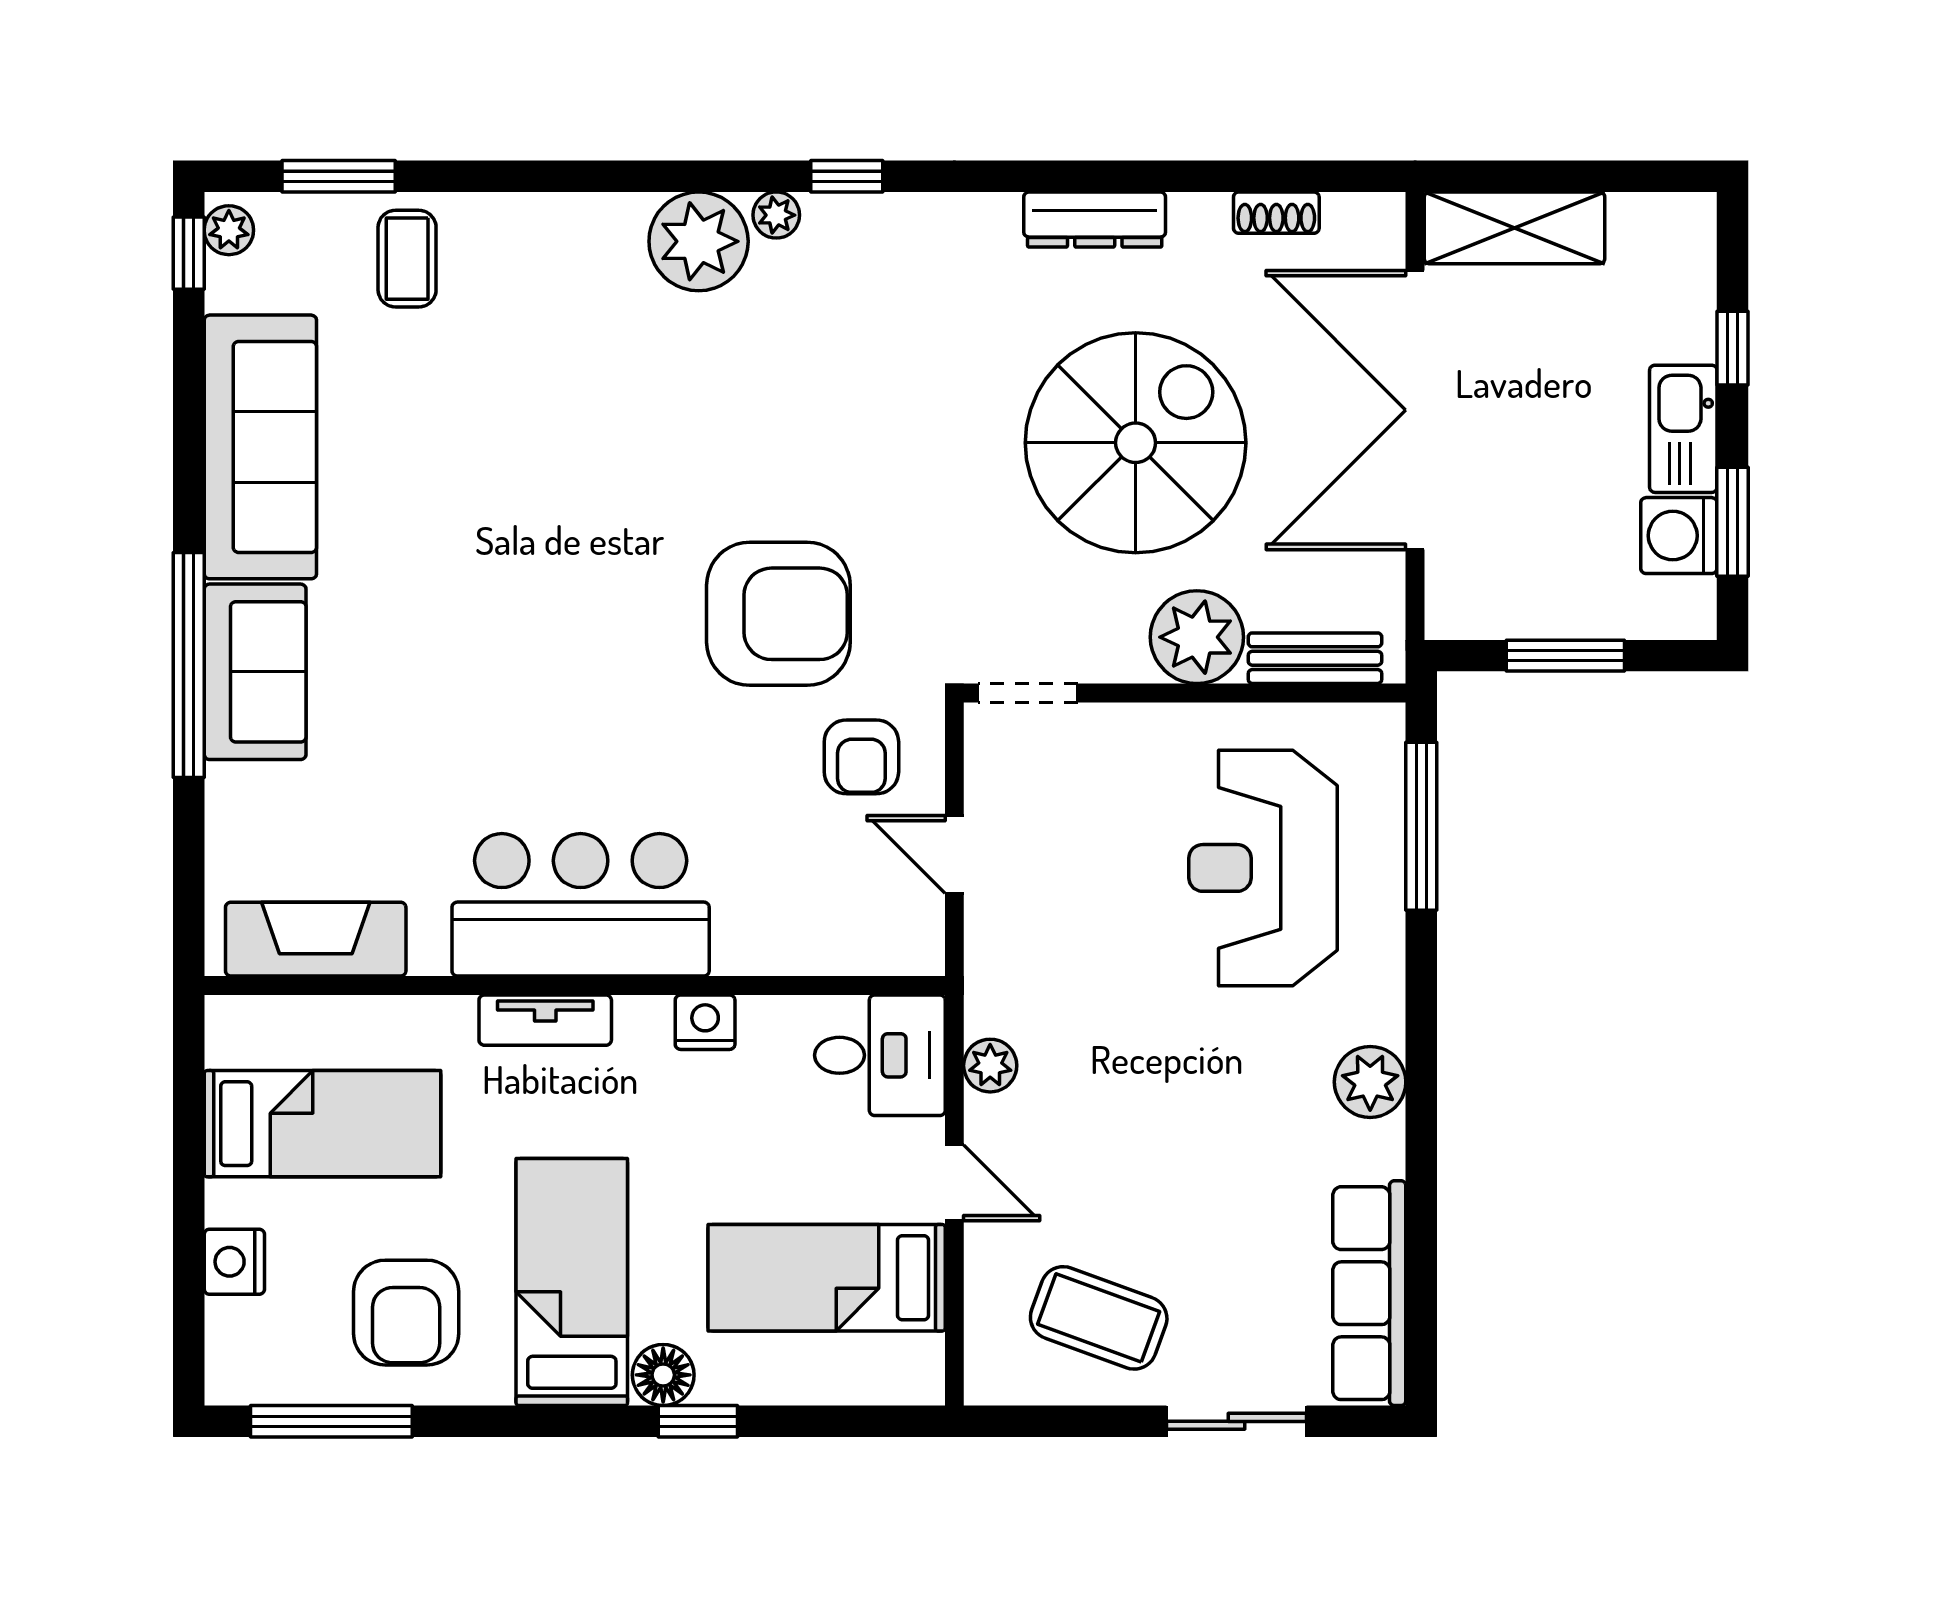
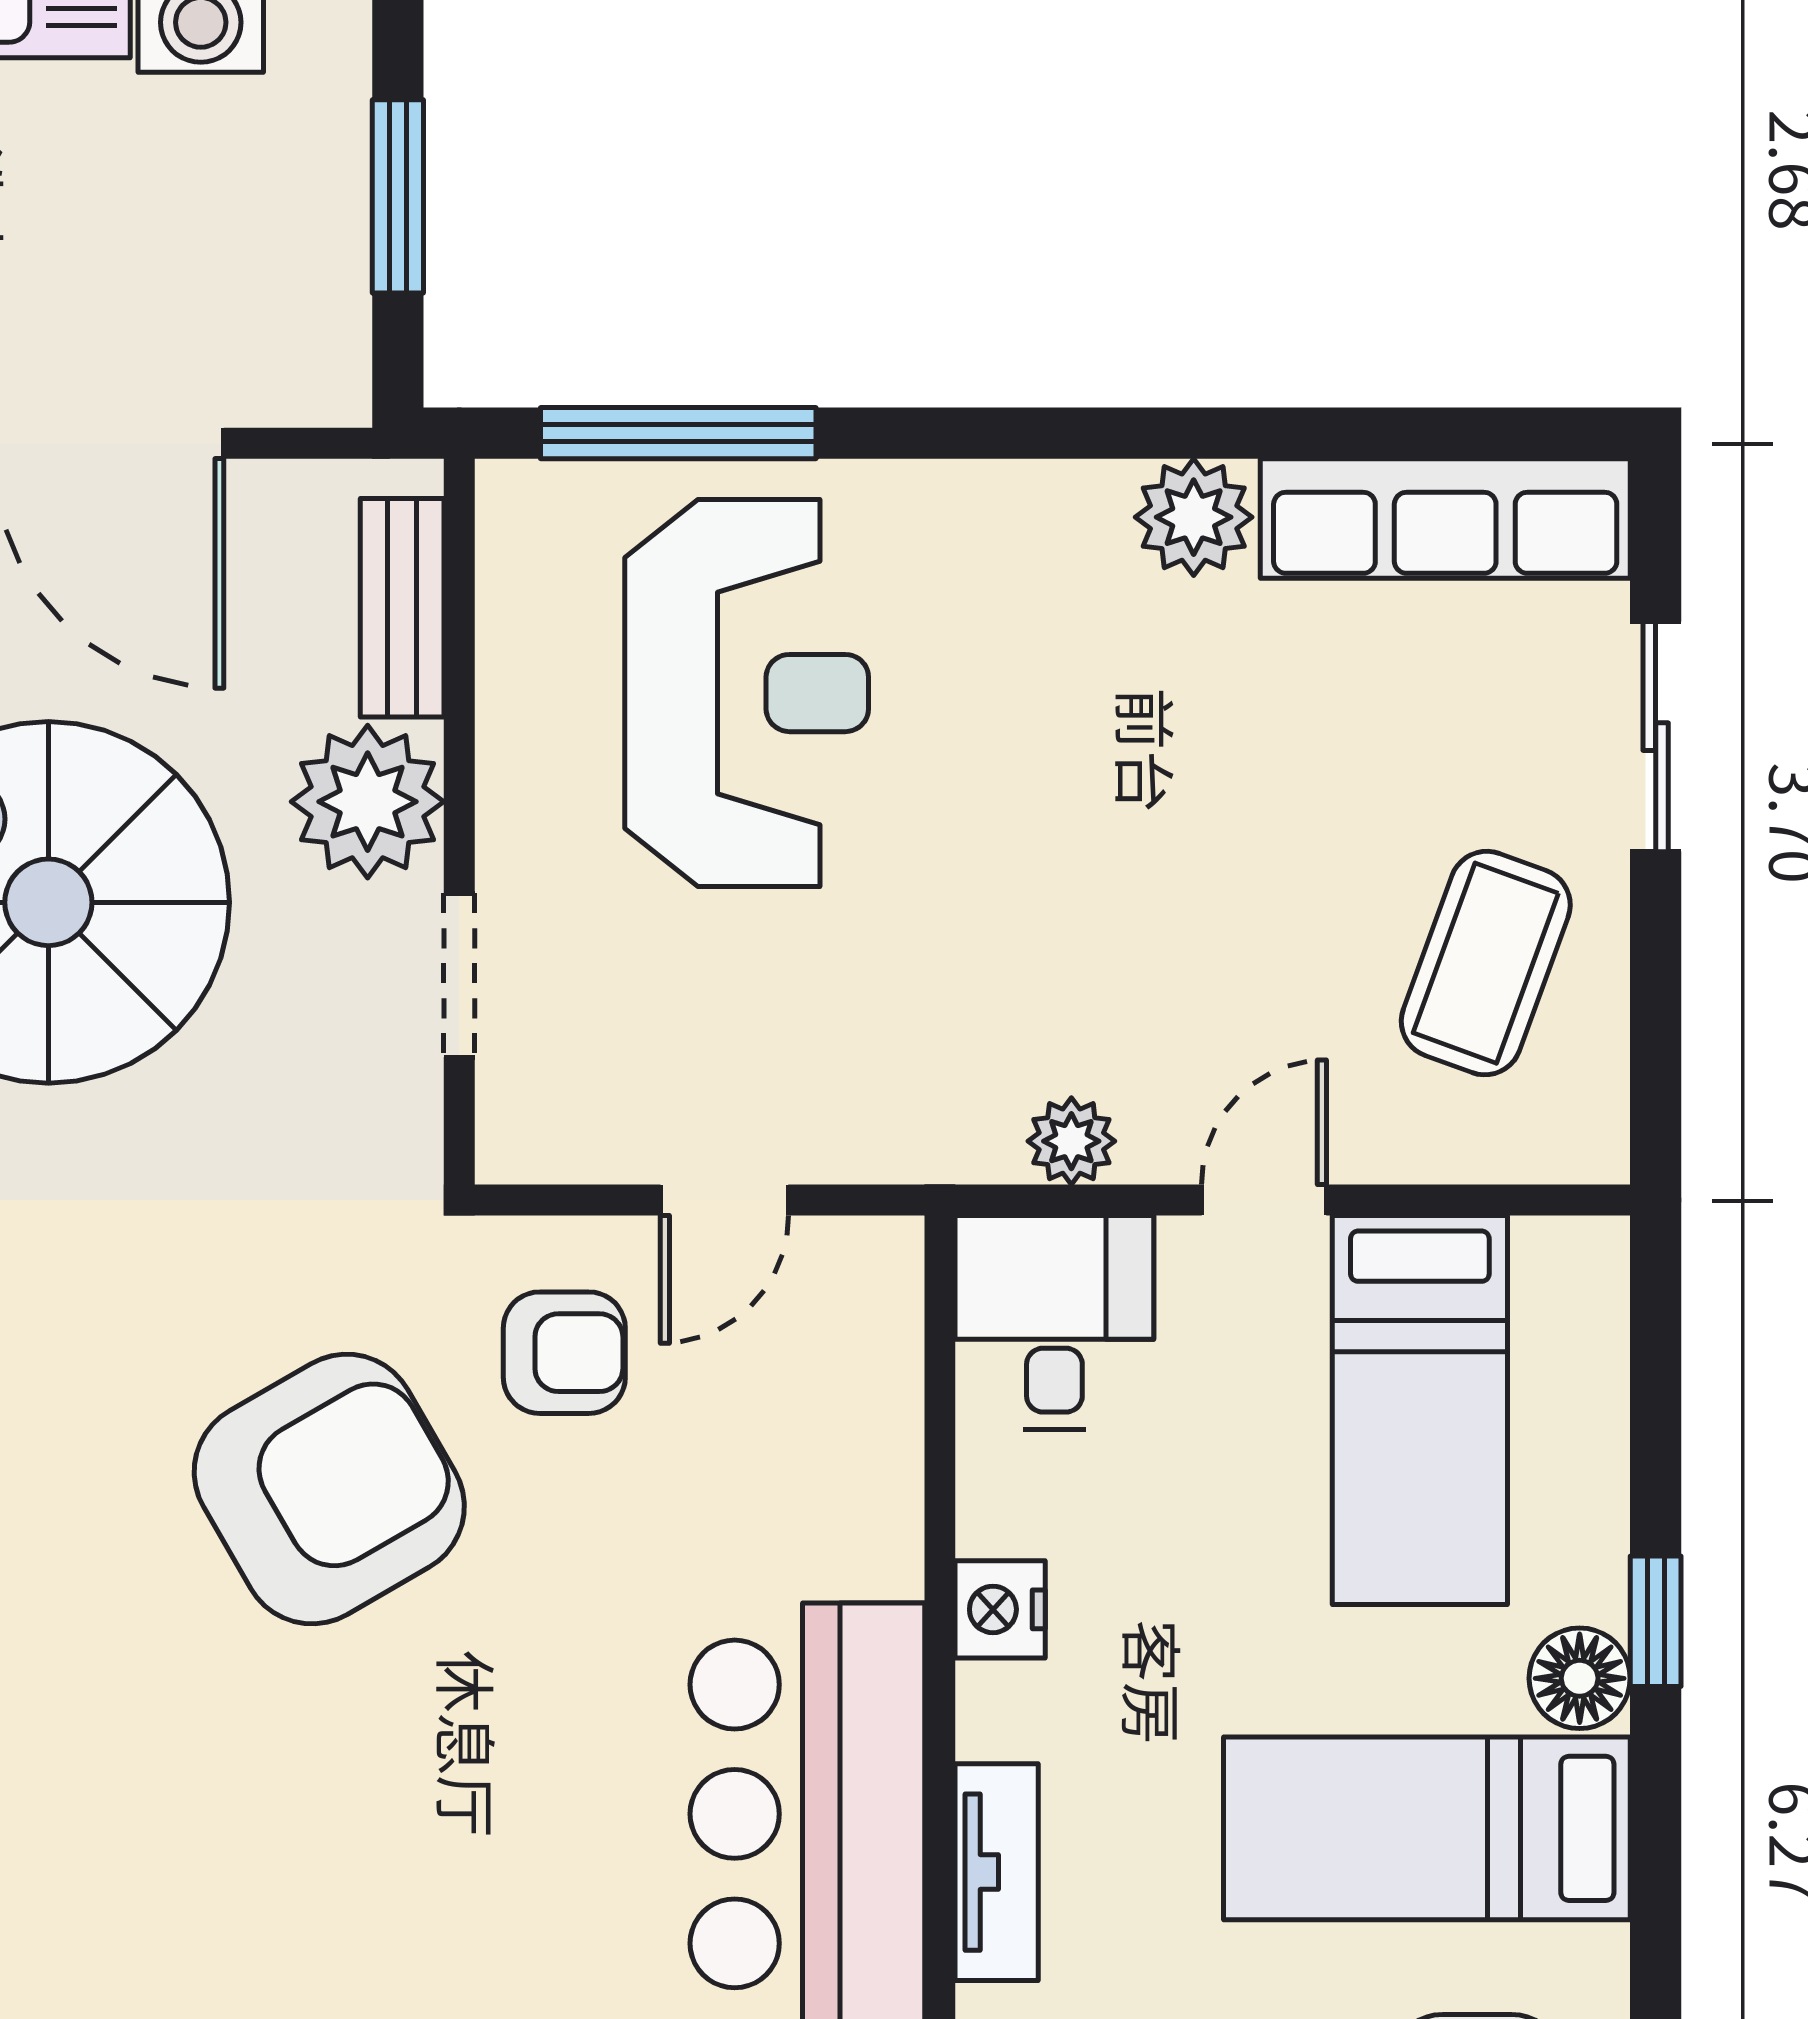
armchair: (778, 614) -> (329, 1489), turned 60
doorway: (1028, 693) -> (459, 975), moved
reception desk: (1263, 868) -> (747, 693), turned -90
plant: (1370, 1082) -> (1194, 517), moved

